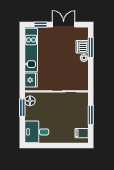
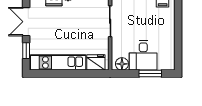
window: (22, 108) -> (150, 74), moved
desk: (37, 132) -> (143, 55), moved

